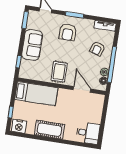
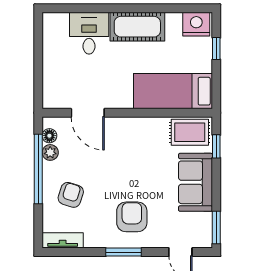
rug: (59, 72) -> (190, 132), moved, turned 90
desk: (88, 133) -> (89, 33), moved, turned 90

